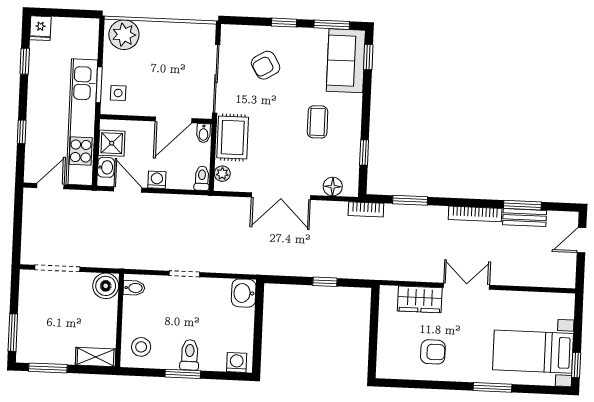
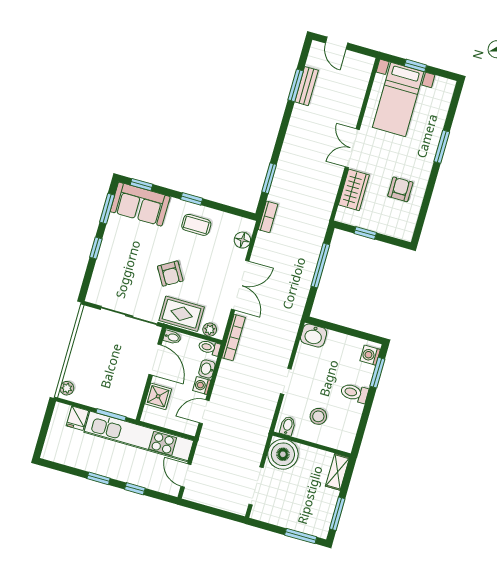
fridge: (40, 28) -> (77, 418), moved, turned 90
plant: (124, 35) -> (67, 388), width x0.53, depth x0.53
window: (25, 61) -> (99, 478), moved
armchair: (266, 65) -> (170, 274), moved
side table: (118, 93) -> (122, 401), removed
coffee table: (318, 122) -> (196, 225), moved
shower: (112, 143) -> (158, 396), moved
window: (364, 153) -> (192, 199), moved
washbasin: (106, 167) -> (207, 369), moved, turned -90
bookcase: (475, 214) -> (233, 338), moved
window: (325, 282) -> (320, 265), width x2.17
boiler: (106, 286) -> (283, 454), width x1.37, depth x1.37
window: (374, 324) -> (365, 233), added
stool: (141, 347) -> (318, 416), moved
bed with nightstands: (533, 352) -> (398, 99), moved
window: (576, 365) -> (415, 65), moved
window: (183, 374) -> (377, 373), moved

